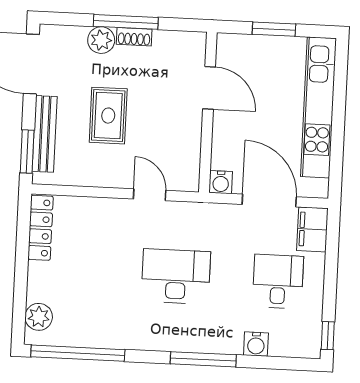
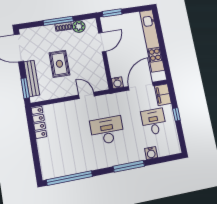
window: (274, 29) -> (112, 13), moved
plant: (101, 40) -> (79, 26), moved
door: (209, 88) -> (102, 42), hinge flipped
door: (269, 201) -> (141, 86), hinge flipped
plant: (39, 317) -> (47, 165), removed
window: (328, 336) -> (176, 114), moved

